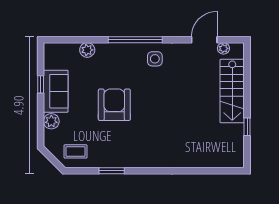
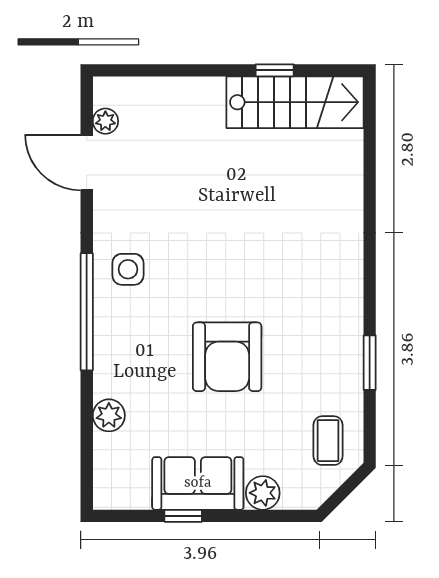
stairs: (232, 91) -> (295, 102), moved
armchair: (114, 105) -> (227, 357), turned -90

